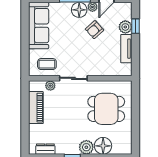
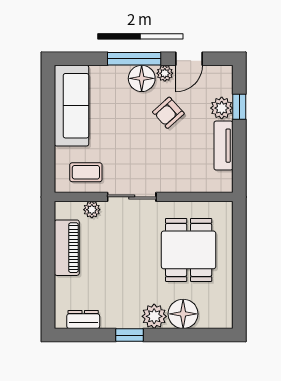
dining table: (106, 109) -> (189, 250), turned 90

